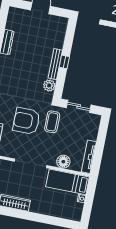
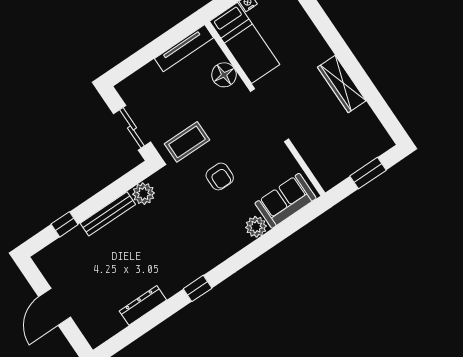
window: (64, 62) -> (65, 224), moved
armchair: (26, 121) -> (220, 176), width x0.53, depth x0.53

